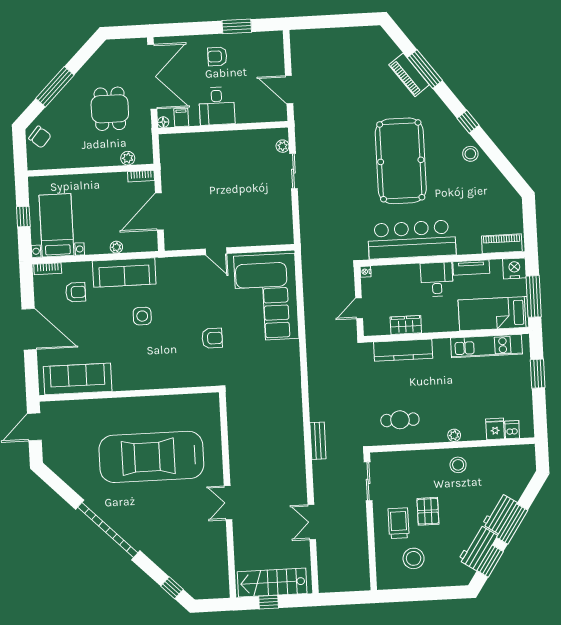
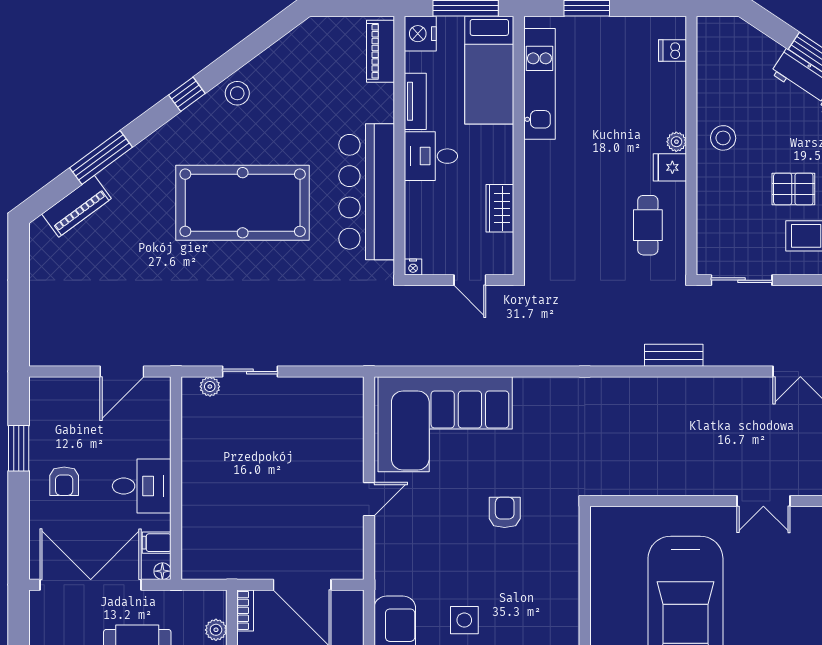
piano: (409, 75) -> (77, 206), moved
kitchen counter: (403, 350) -> (539, 215), removed
fridge: (495, 429) -> (670, 167), moved

